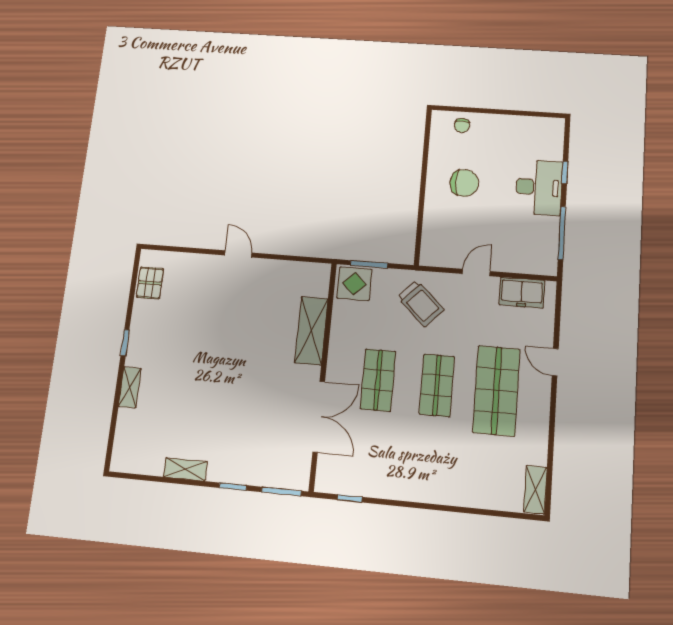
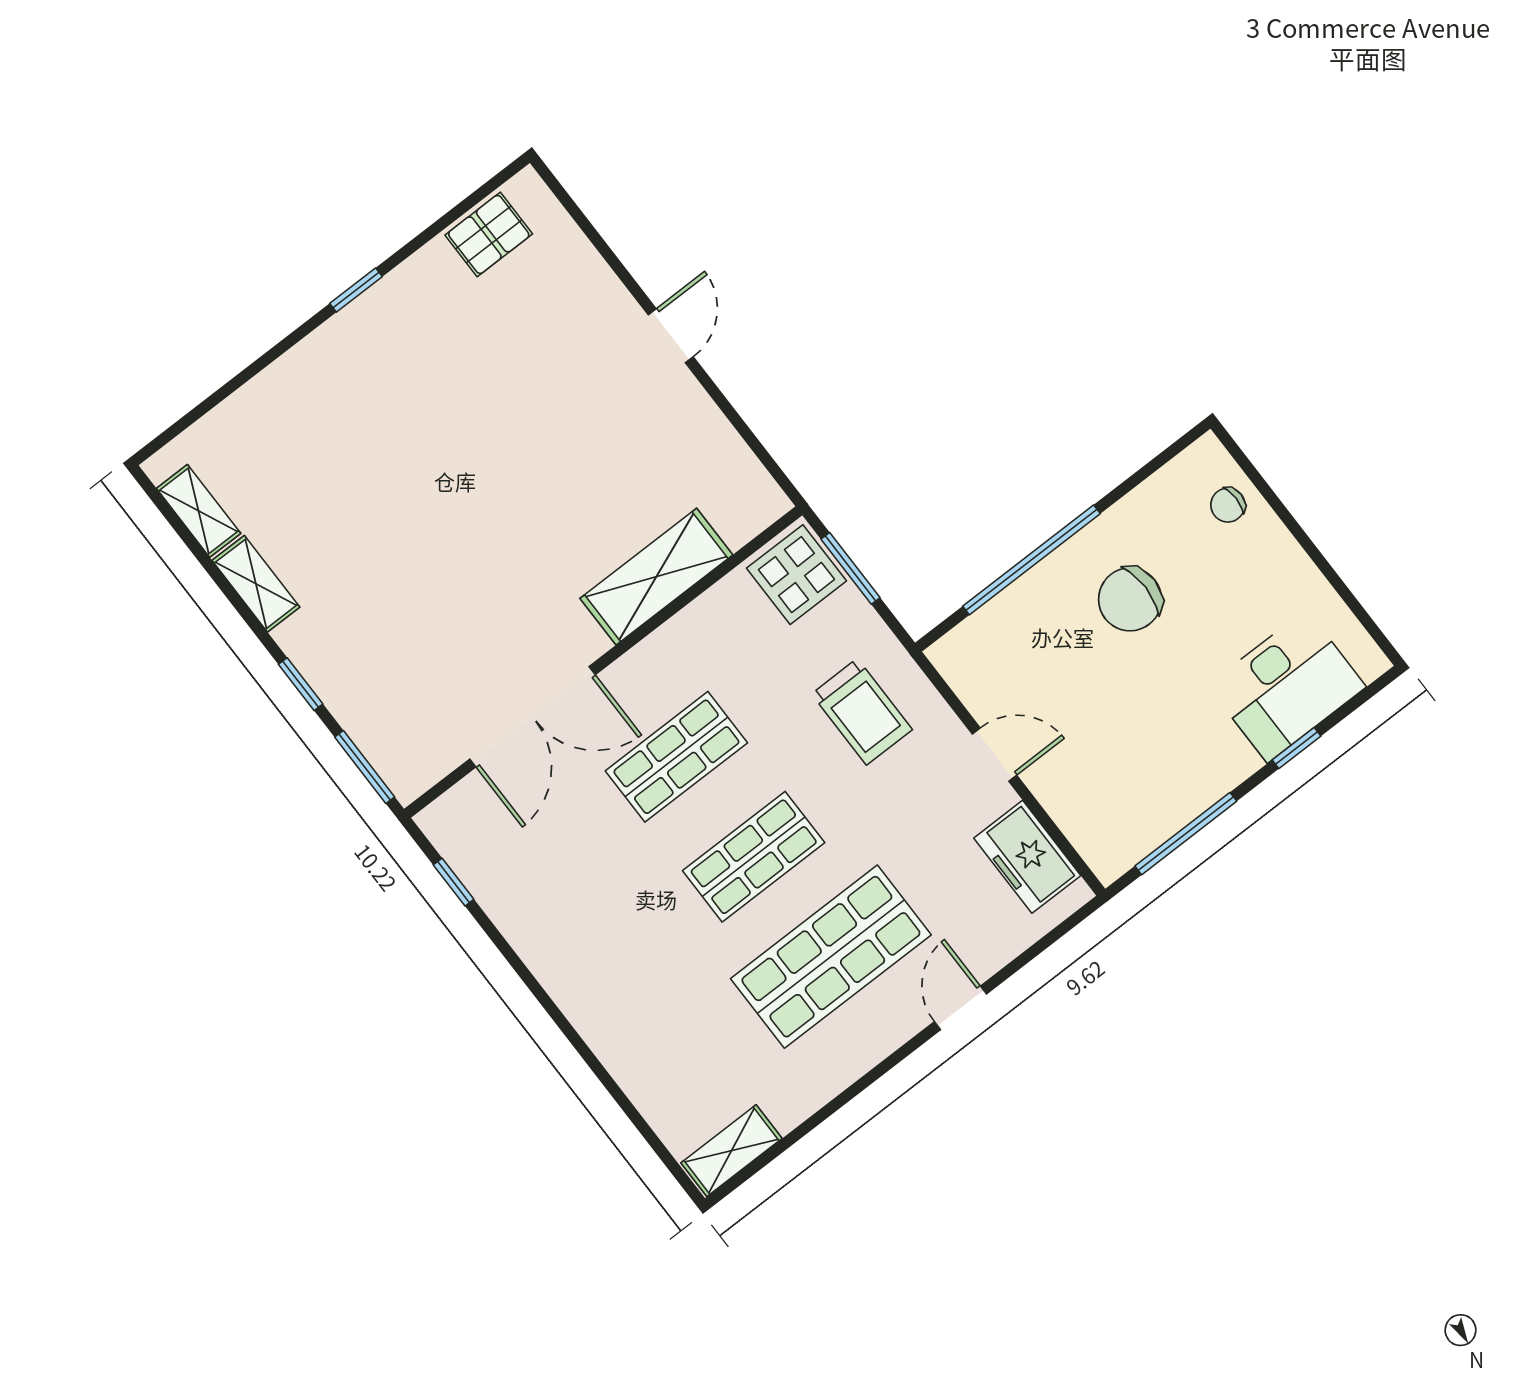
chair: (464, 183) -> (1130, 599), turned 90
desk: (539, 187) -> (1287, 686), moved
window: (421, 203) -> (1031, 560), added
trolley: (421, 304) -> (862, 712), turned -43
shelving: (130, 387) -> (199, 511), moved, turned 90

